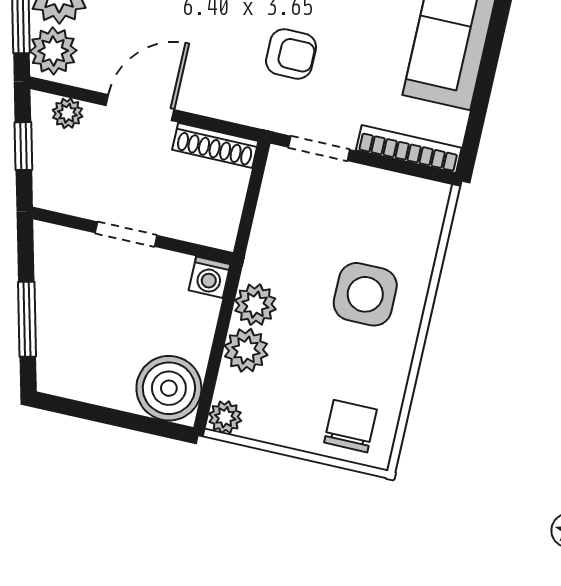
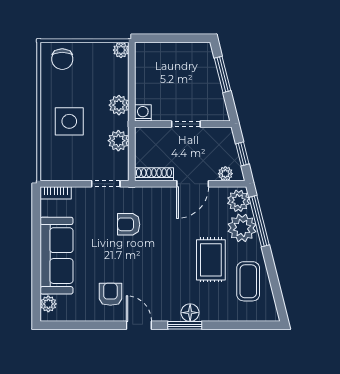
bookcase: (409, 149) -> (56, 193), width x0.64
plant: (246, 350) -> (118, 141), moved
boiler: (169, 388) -> (150, 58), removed

